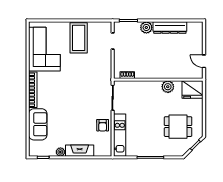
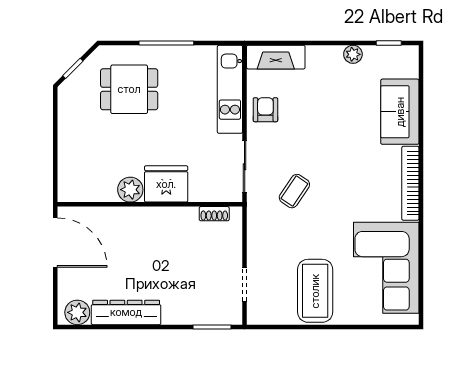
plant: (146, 27) -> (77, 312), moved
door: (204, 61) -> (55, 243), width x1.87
coffee table: (89, 86) -> (294, 191), added
fridge: (193, 89) -> (166, 184), moved
dining table: (178, 127) -> (129, 89), moved
fireplace: (80, 151) -> (276, 57), moved

